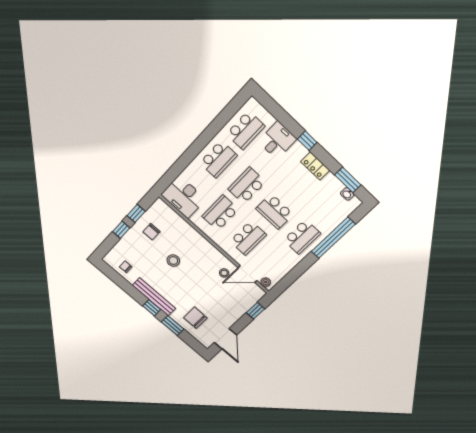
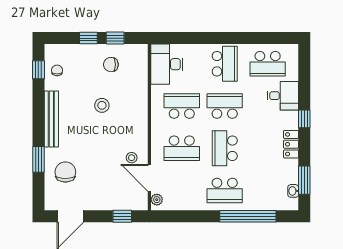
school desk: (218, 159) -> (225, 64), turned -90
window: (152, 308) -> (38, 70), moved

